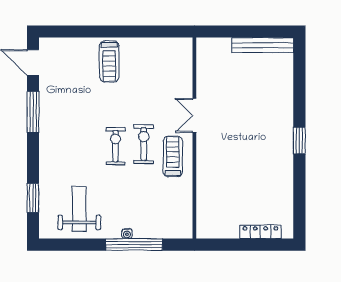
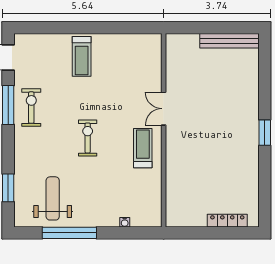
exercise bike: (144, 144) -> (31, 108), moved
water cooler: (127, 234) -> (125, 222), moved
window: (134, 245) -> (69, 233), moved

